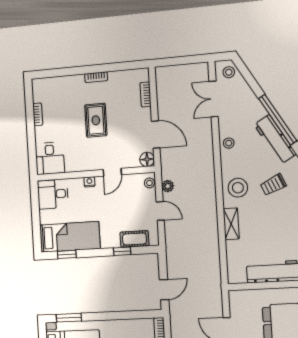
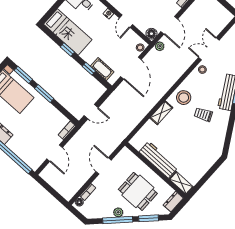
double door: (214, 99) -> (209, 49), moved
door: (112, 172) -> (126, 21), hinge flipped
plant: (168, 186) -> (160, 46), moved
door: (160, 211) -> (131, 68), width x1.88
window: (67, 254) -> (67, 49), moved
window: (104, 316) -> (44, 93), added

